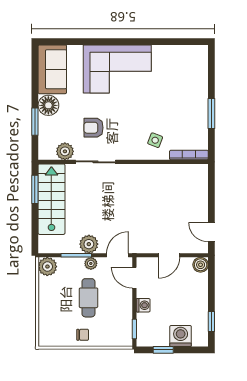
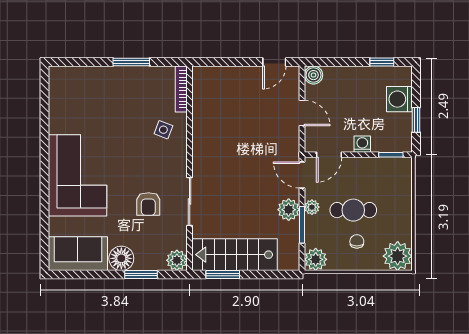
plant: (65, 151) -> (177, 260), moved
plant: (50, 335) -> (398, 256), added
chair: (83, 335) -> (357, 241), moved

